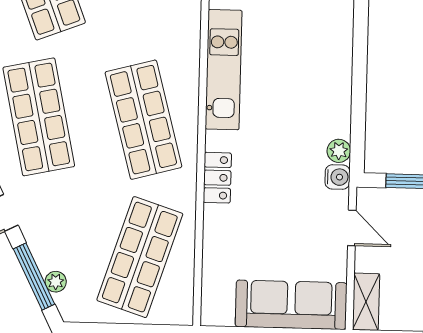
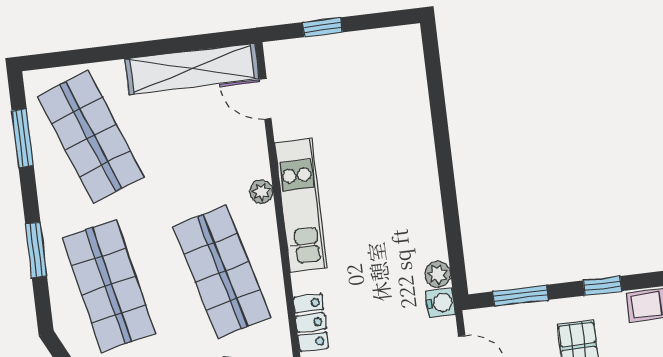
plant: (190, 52) -> (261, 192), added

